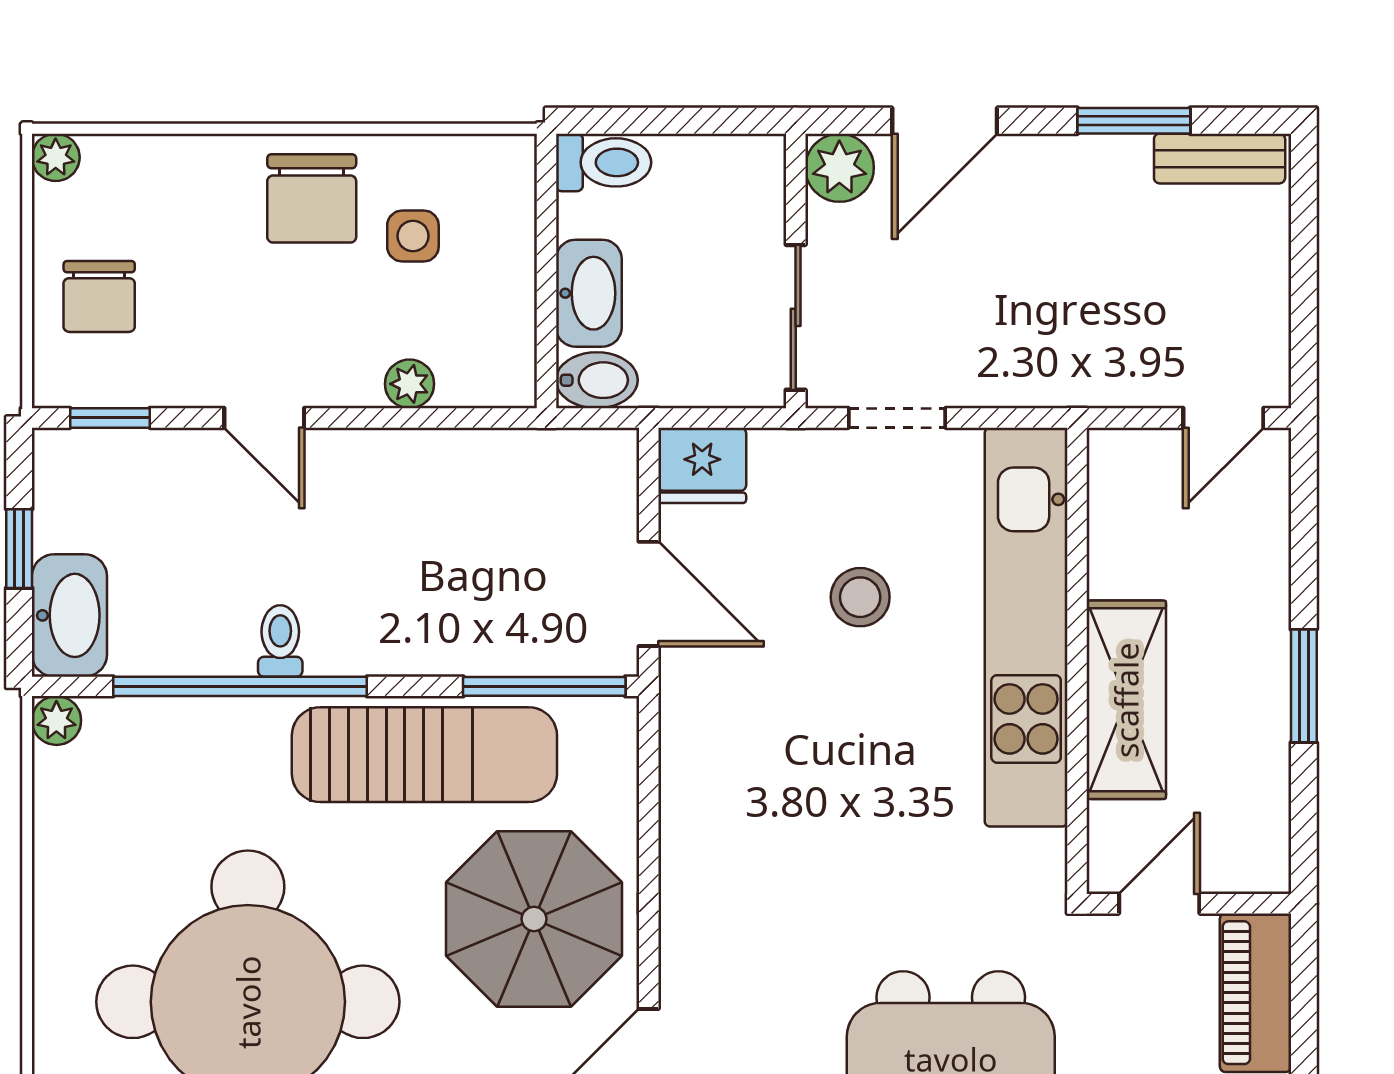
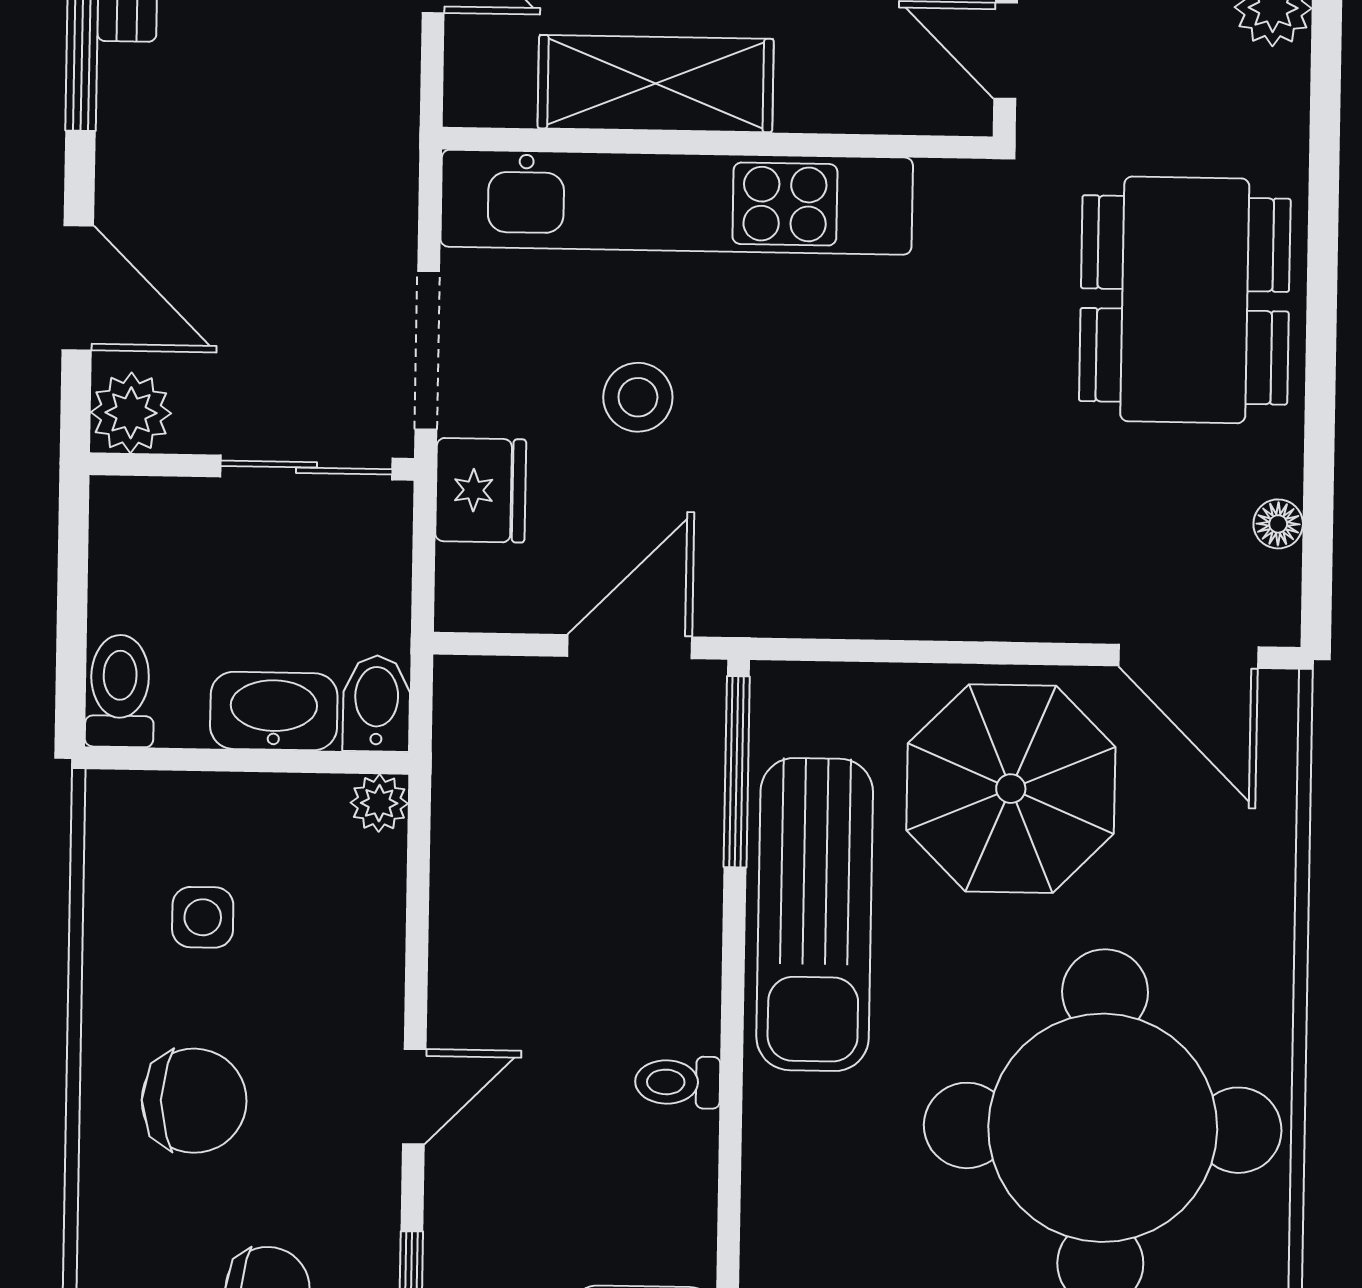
chair: (312, 198) -> (194, 1101), moved
plant: (410, 384) -> (379, 803), moved
doorway: (897, 418) -> (427, 350), width x1.38
fridge: (702, 465) -> (481, 490), moved
window: (240, 686) -> (730, 1131), removed
shelving: (1126, 700) -> (656, 84), moved
sun lounger: (424, 755) -> (815, 914), turned 180

